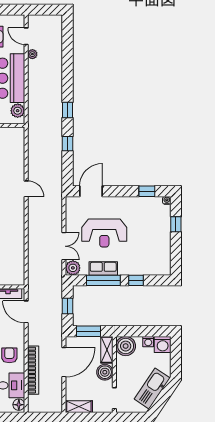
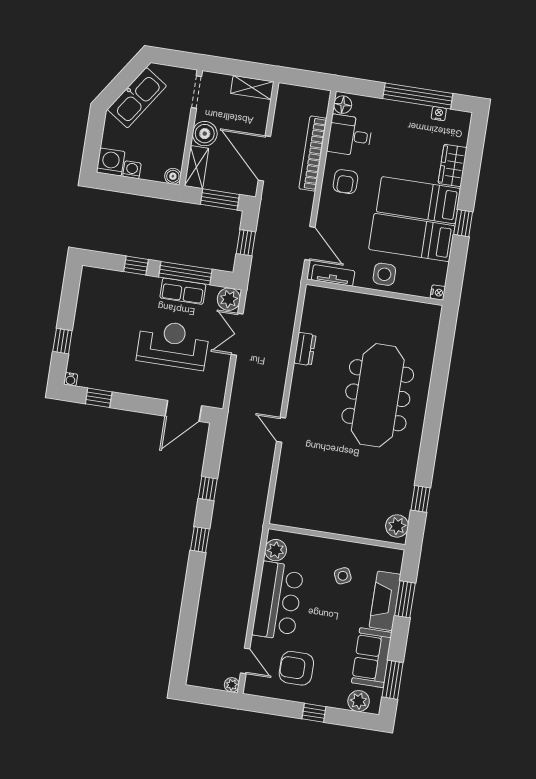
plant: (32, 54) -> (232, 685), moved
dresser: (19, 243) -> (305, 349), added
boiler: (126, 346) -> (173, 176), width x0.54, depth x0.54
door: (64, 362) -> (264, 158), hinge flipped

